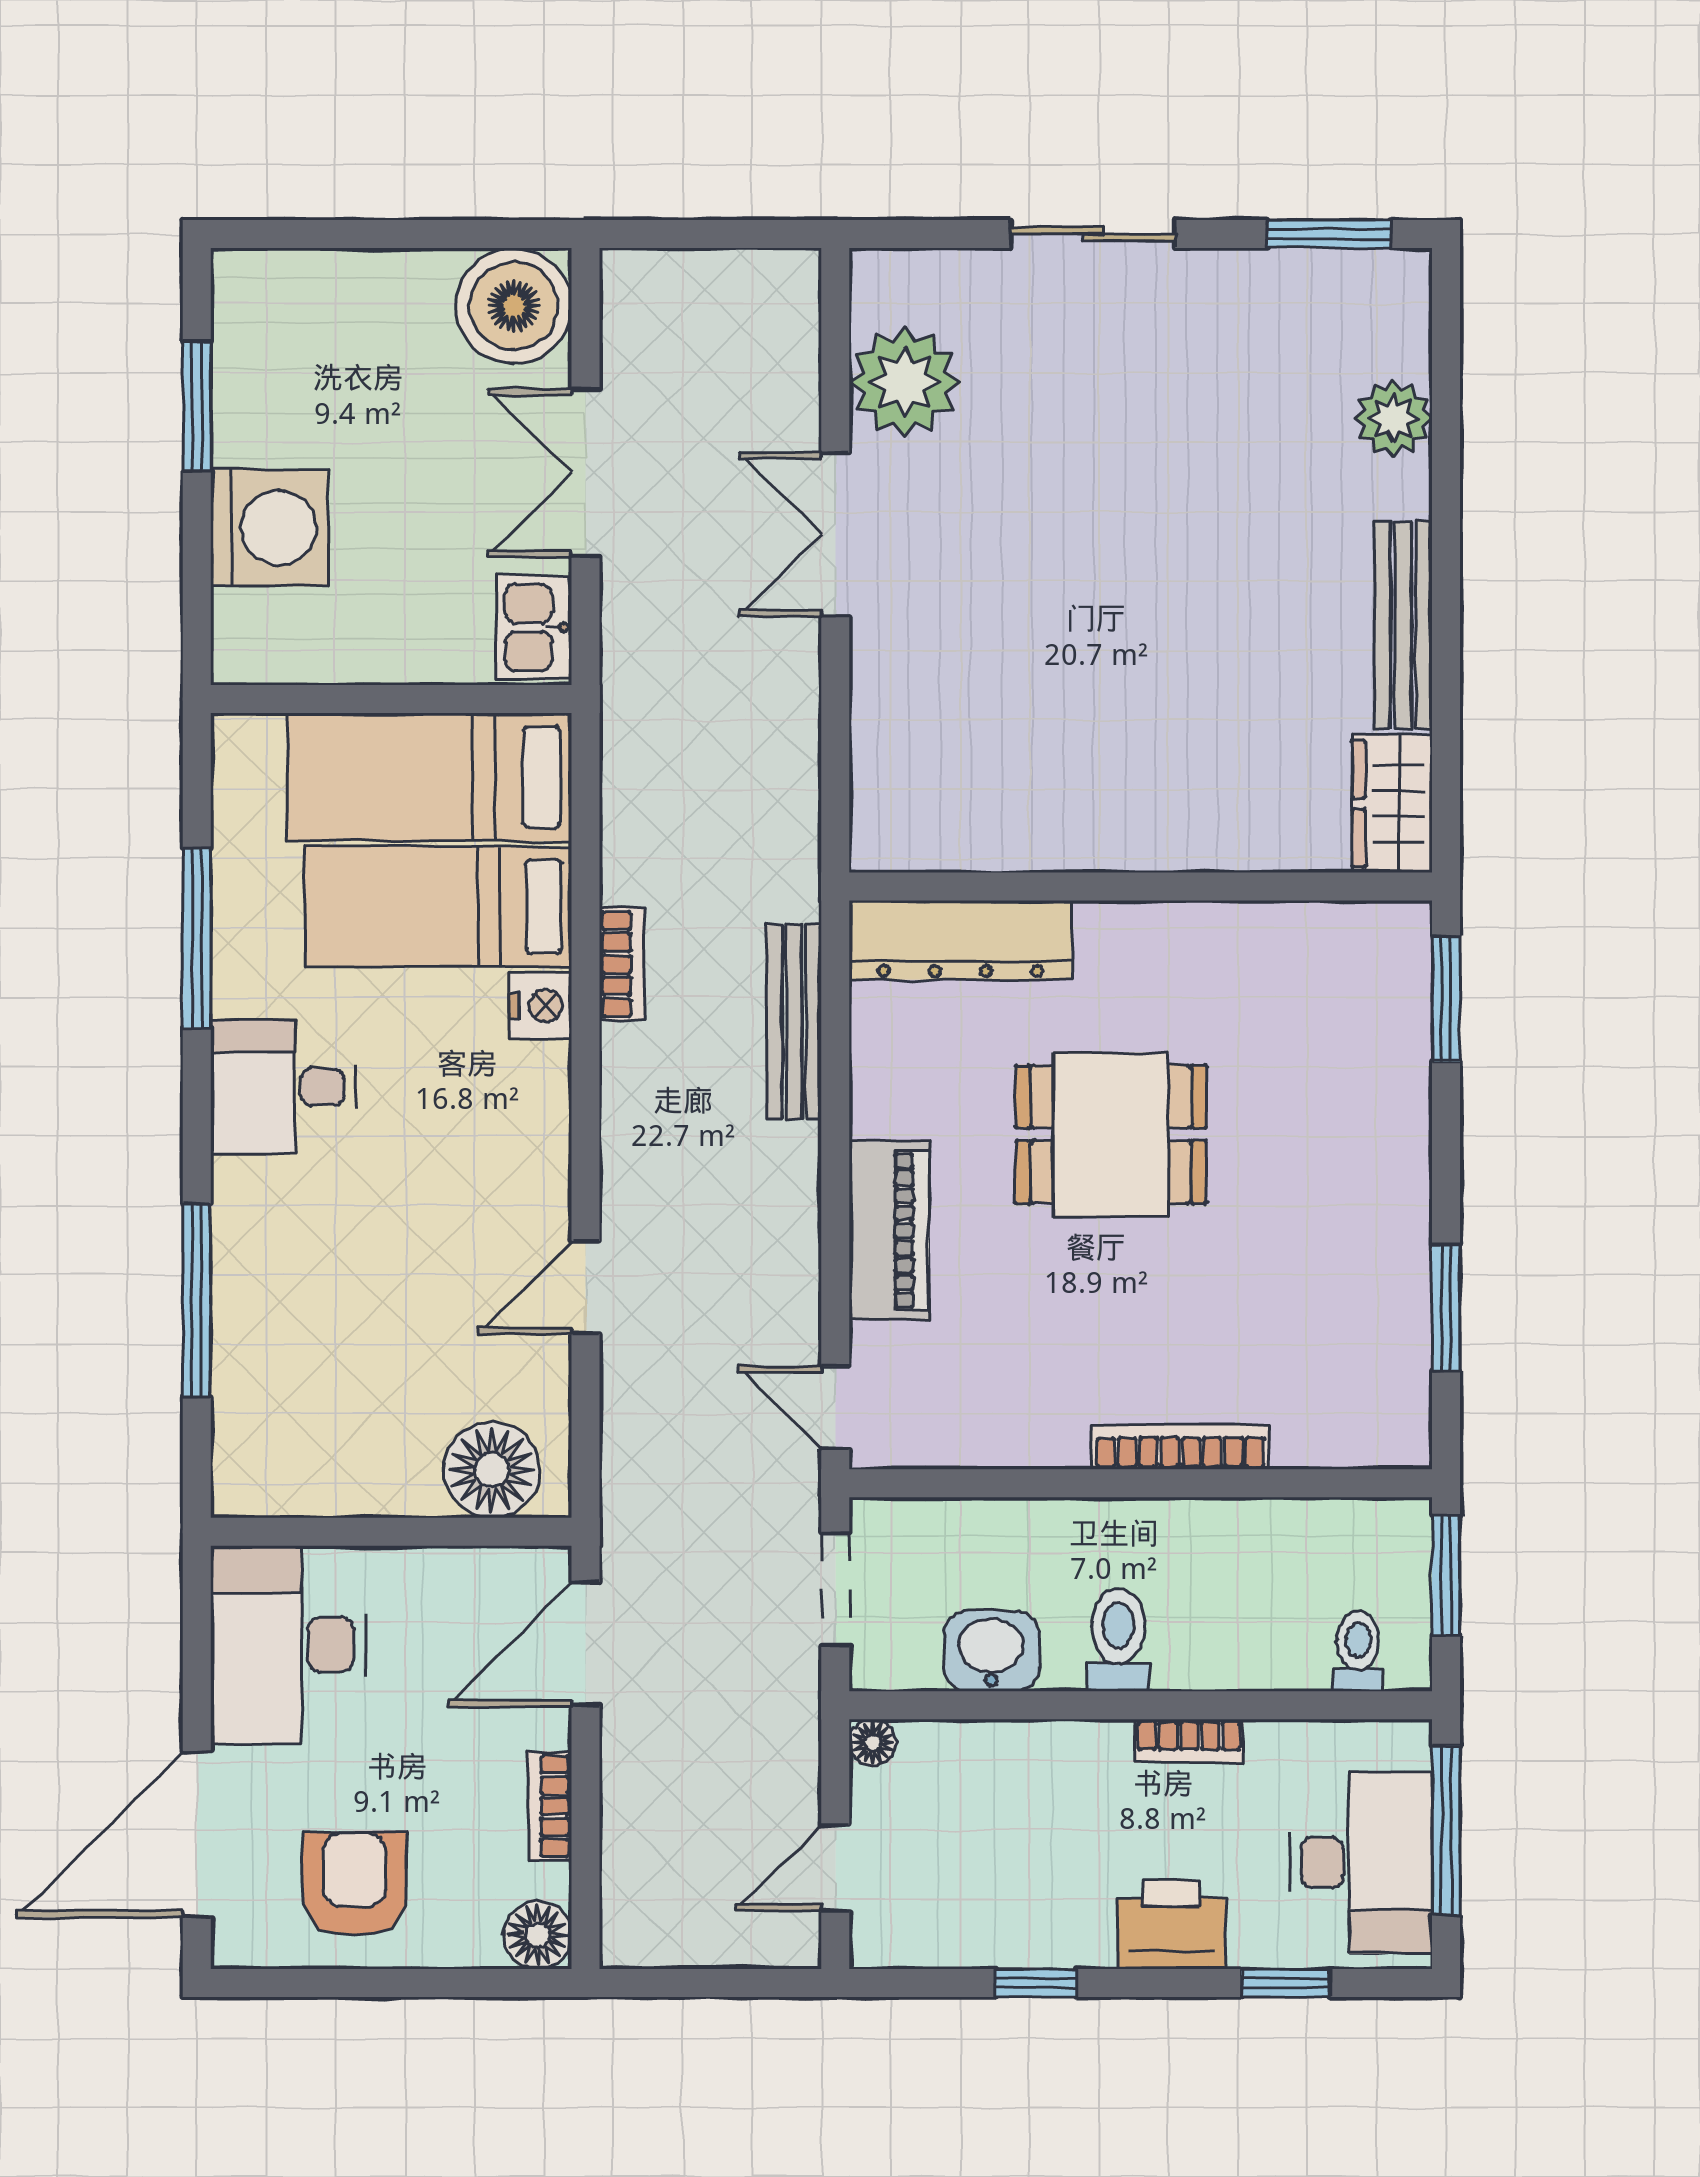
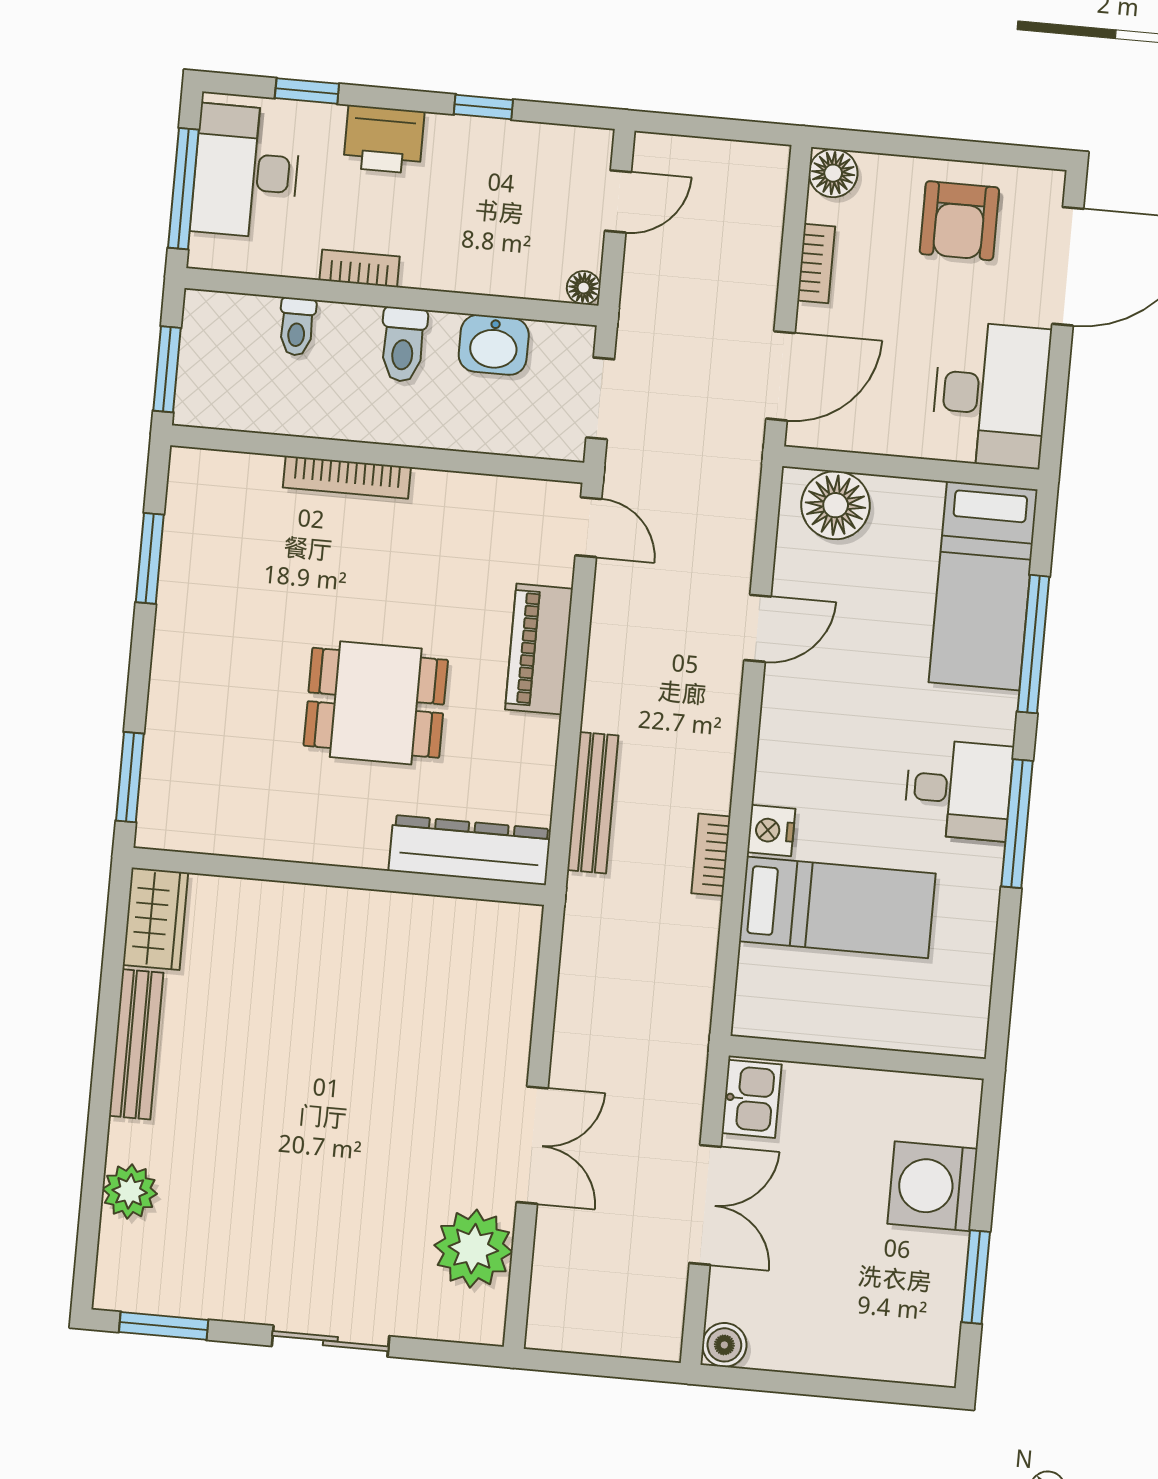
boiler: (514, 306) -> (724, 1345), width x0.54, depth x0.54
bed: (429, 777) -> (983, 586), moved, turned 90
window: (197, 938) -> (1017, 824), moved
toilet: (1358, 1651) -> (297, 327), moved

